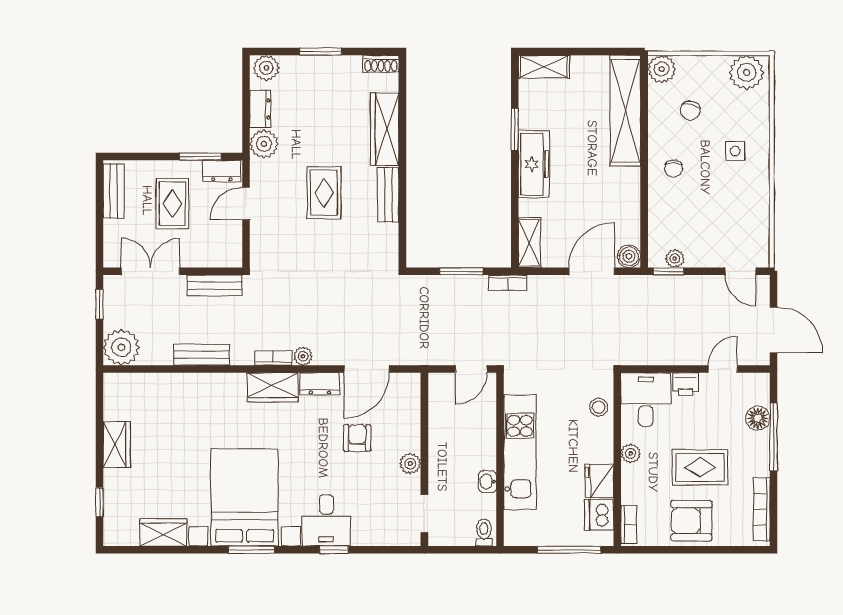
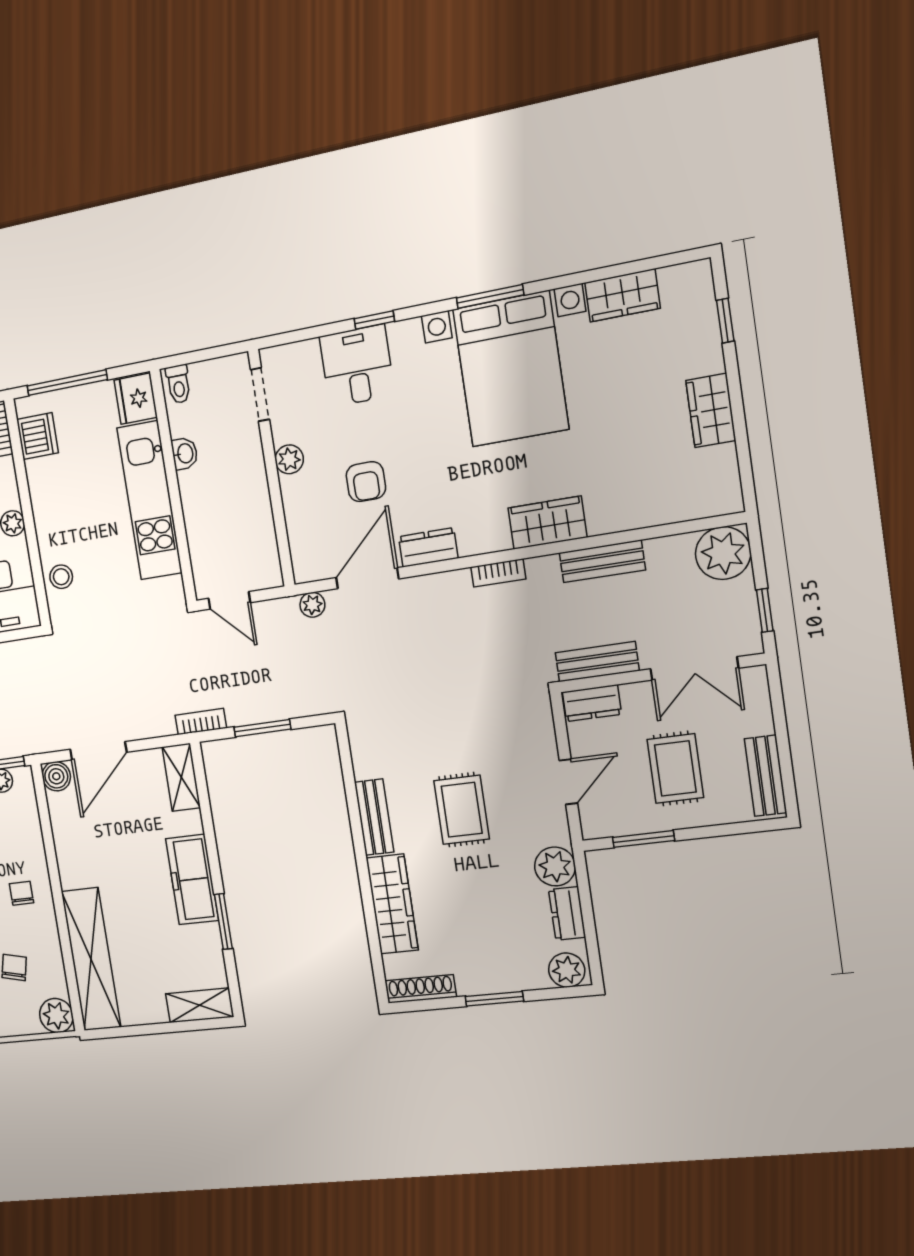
shoe rack: (381, 64) -> (421, 989), width x1.43
dresser: (222, 171) -> (592, 703), moved, turned 180
plant: (303, 356) -> (312, 605), moved
door: (471, 369) -> (229, 600), swing flipped
wardrobe: (273, 387) -> (547, 523), moved
fridge: (599, 481) -> (136, 399), moved, turned 180
desk: (326, 520) -> (357, 366), moved

